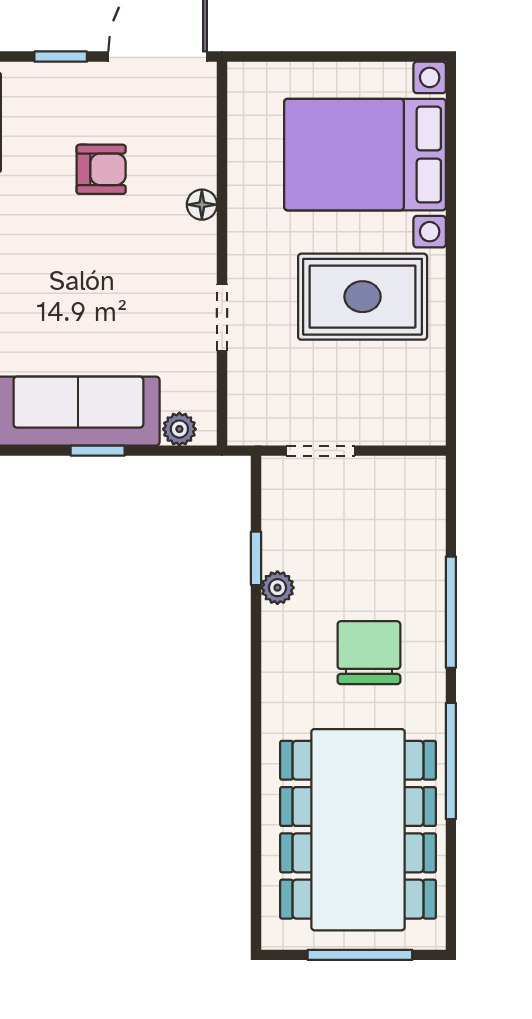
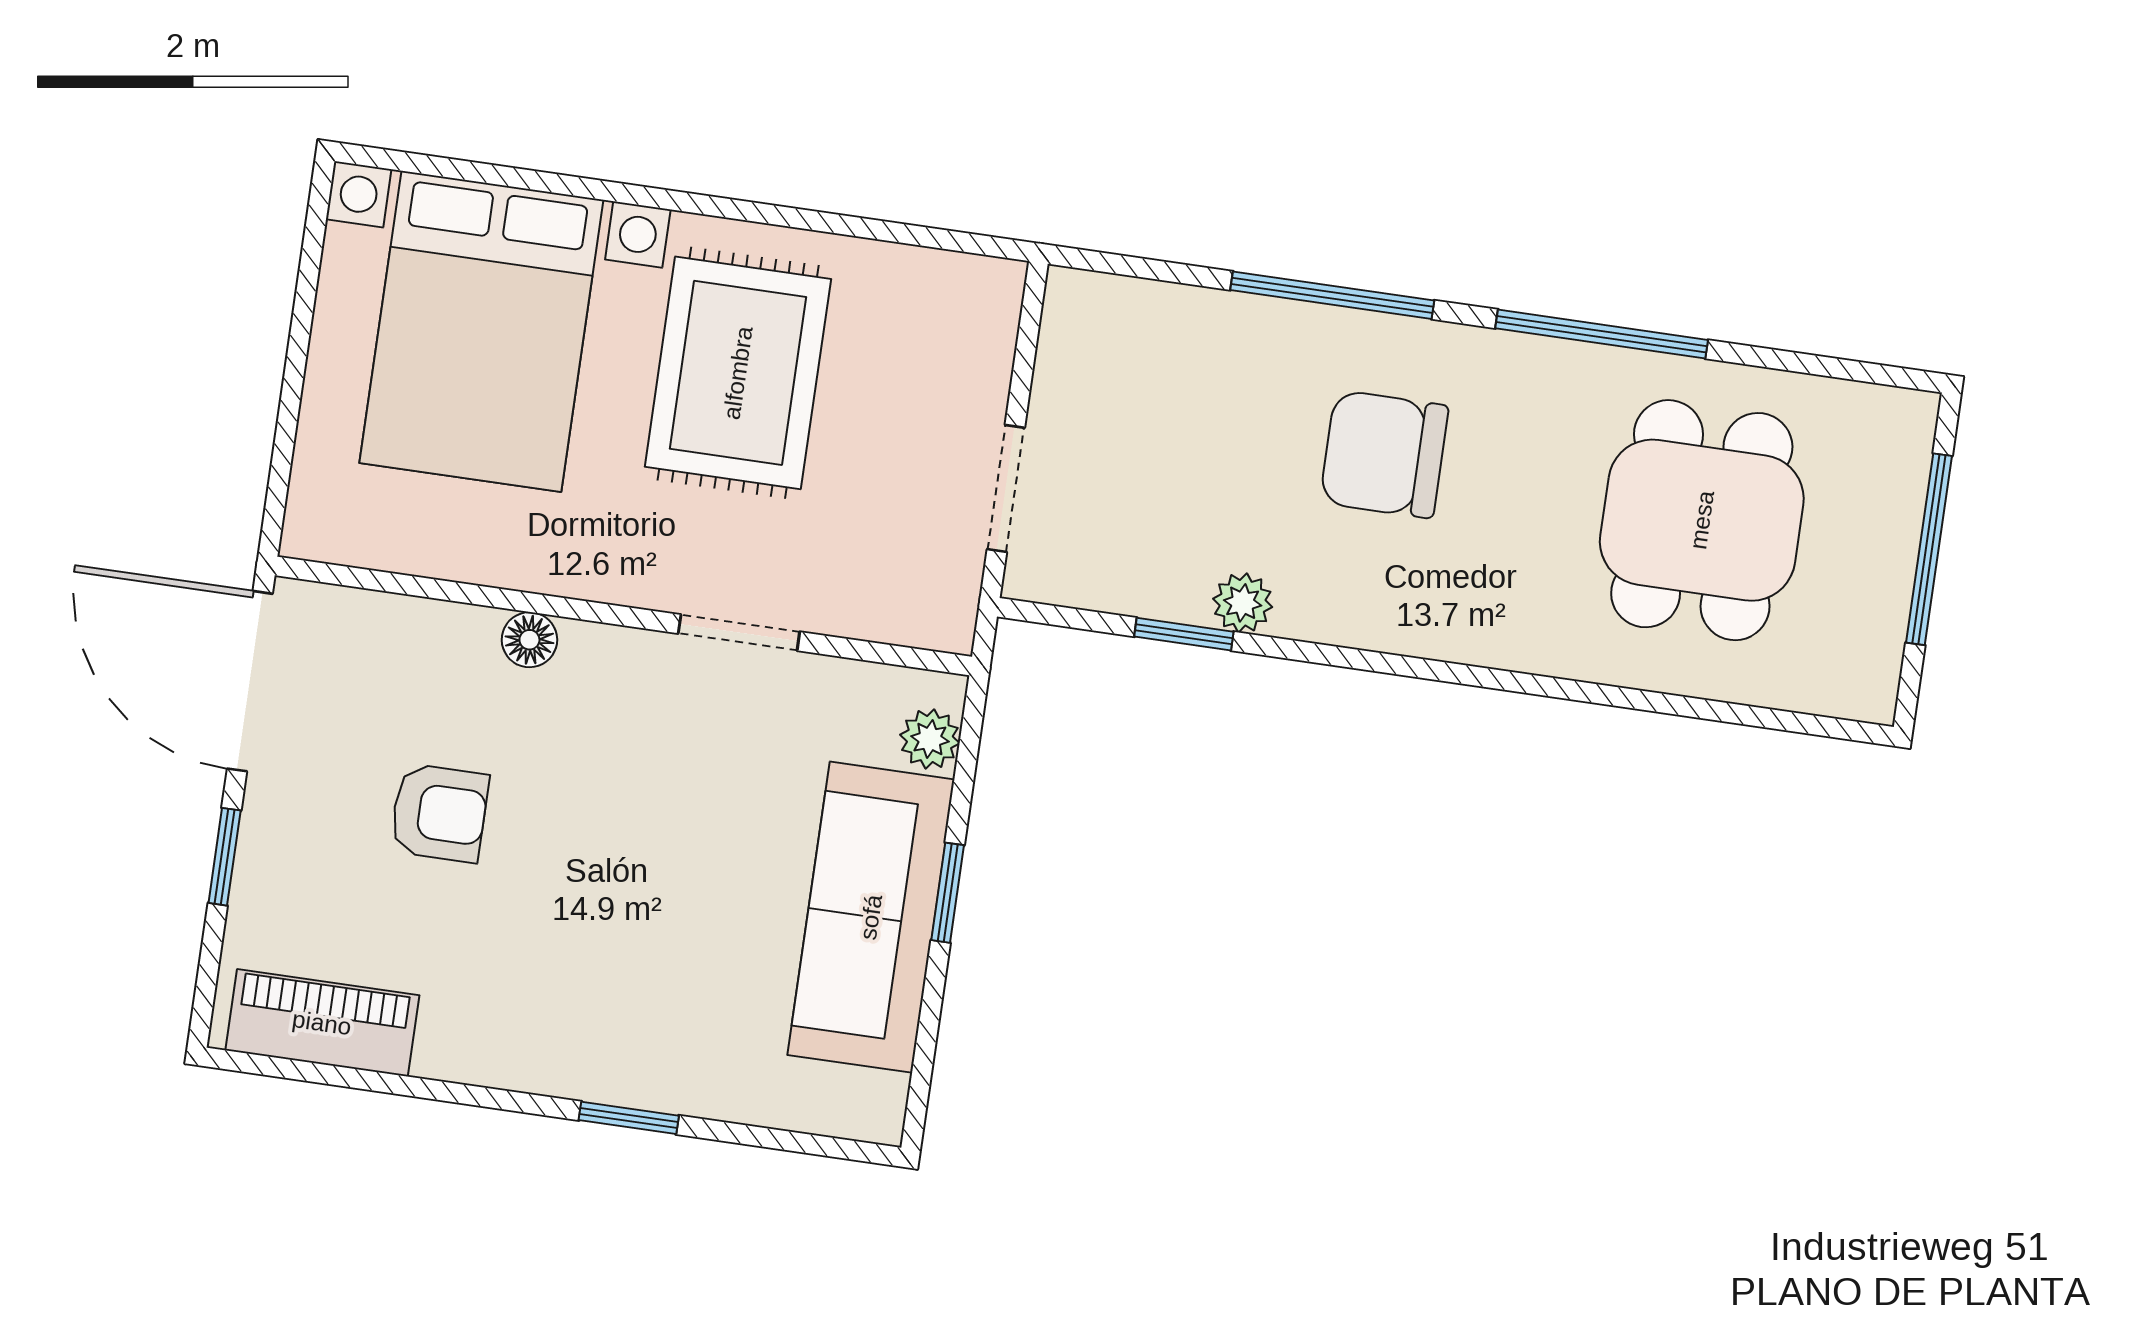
armchair: (101, 169) -> (439, 813), turned 90
dining table: (358, 830) -> (1702, 520), width x0.53, depth x0.80

